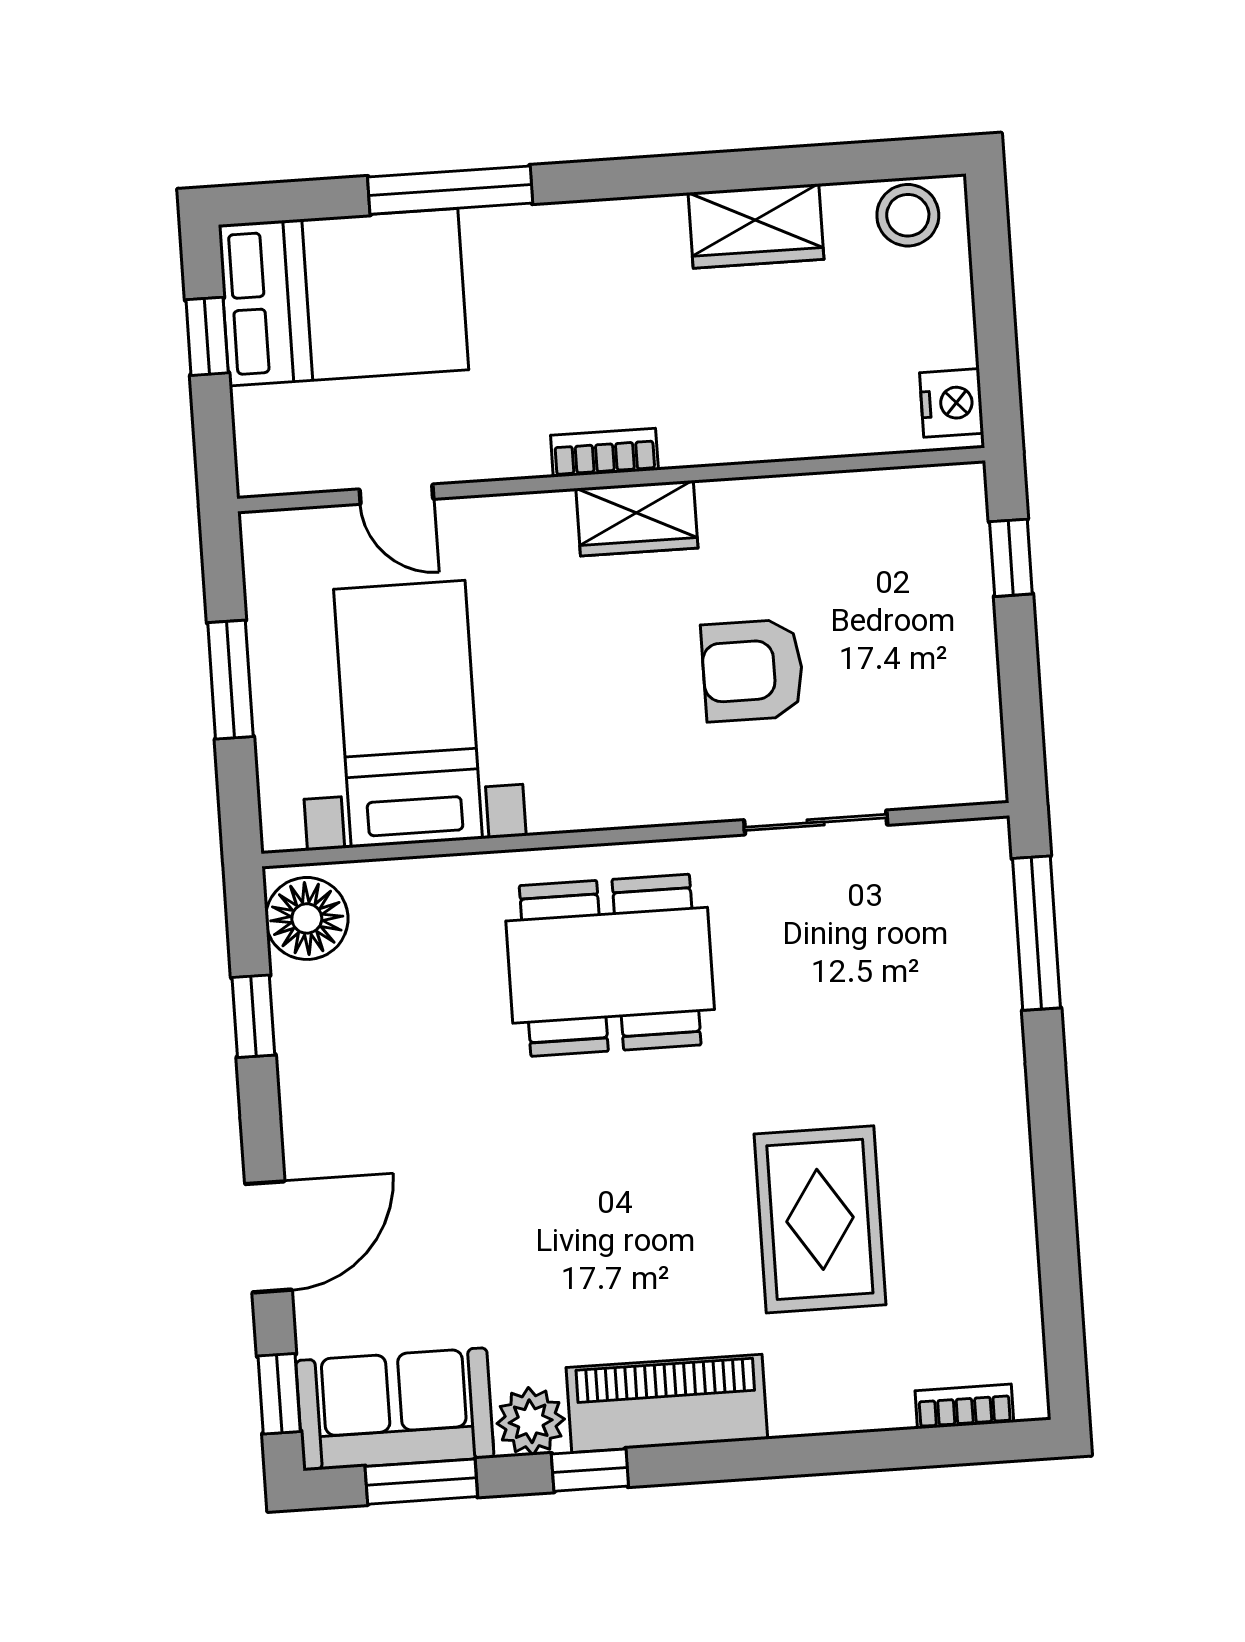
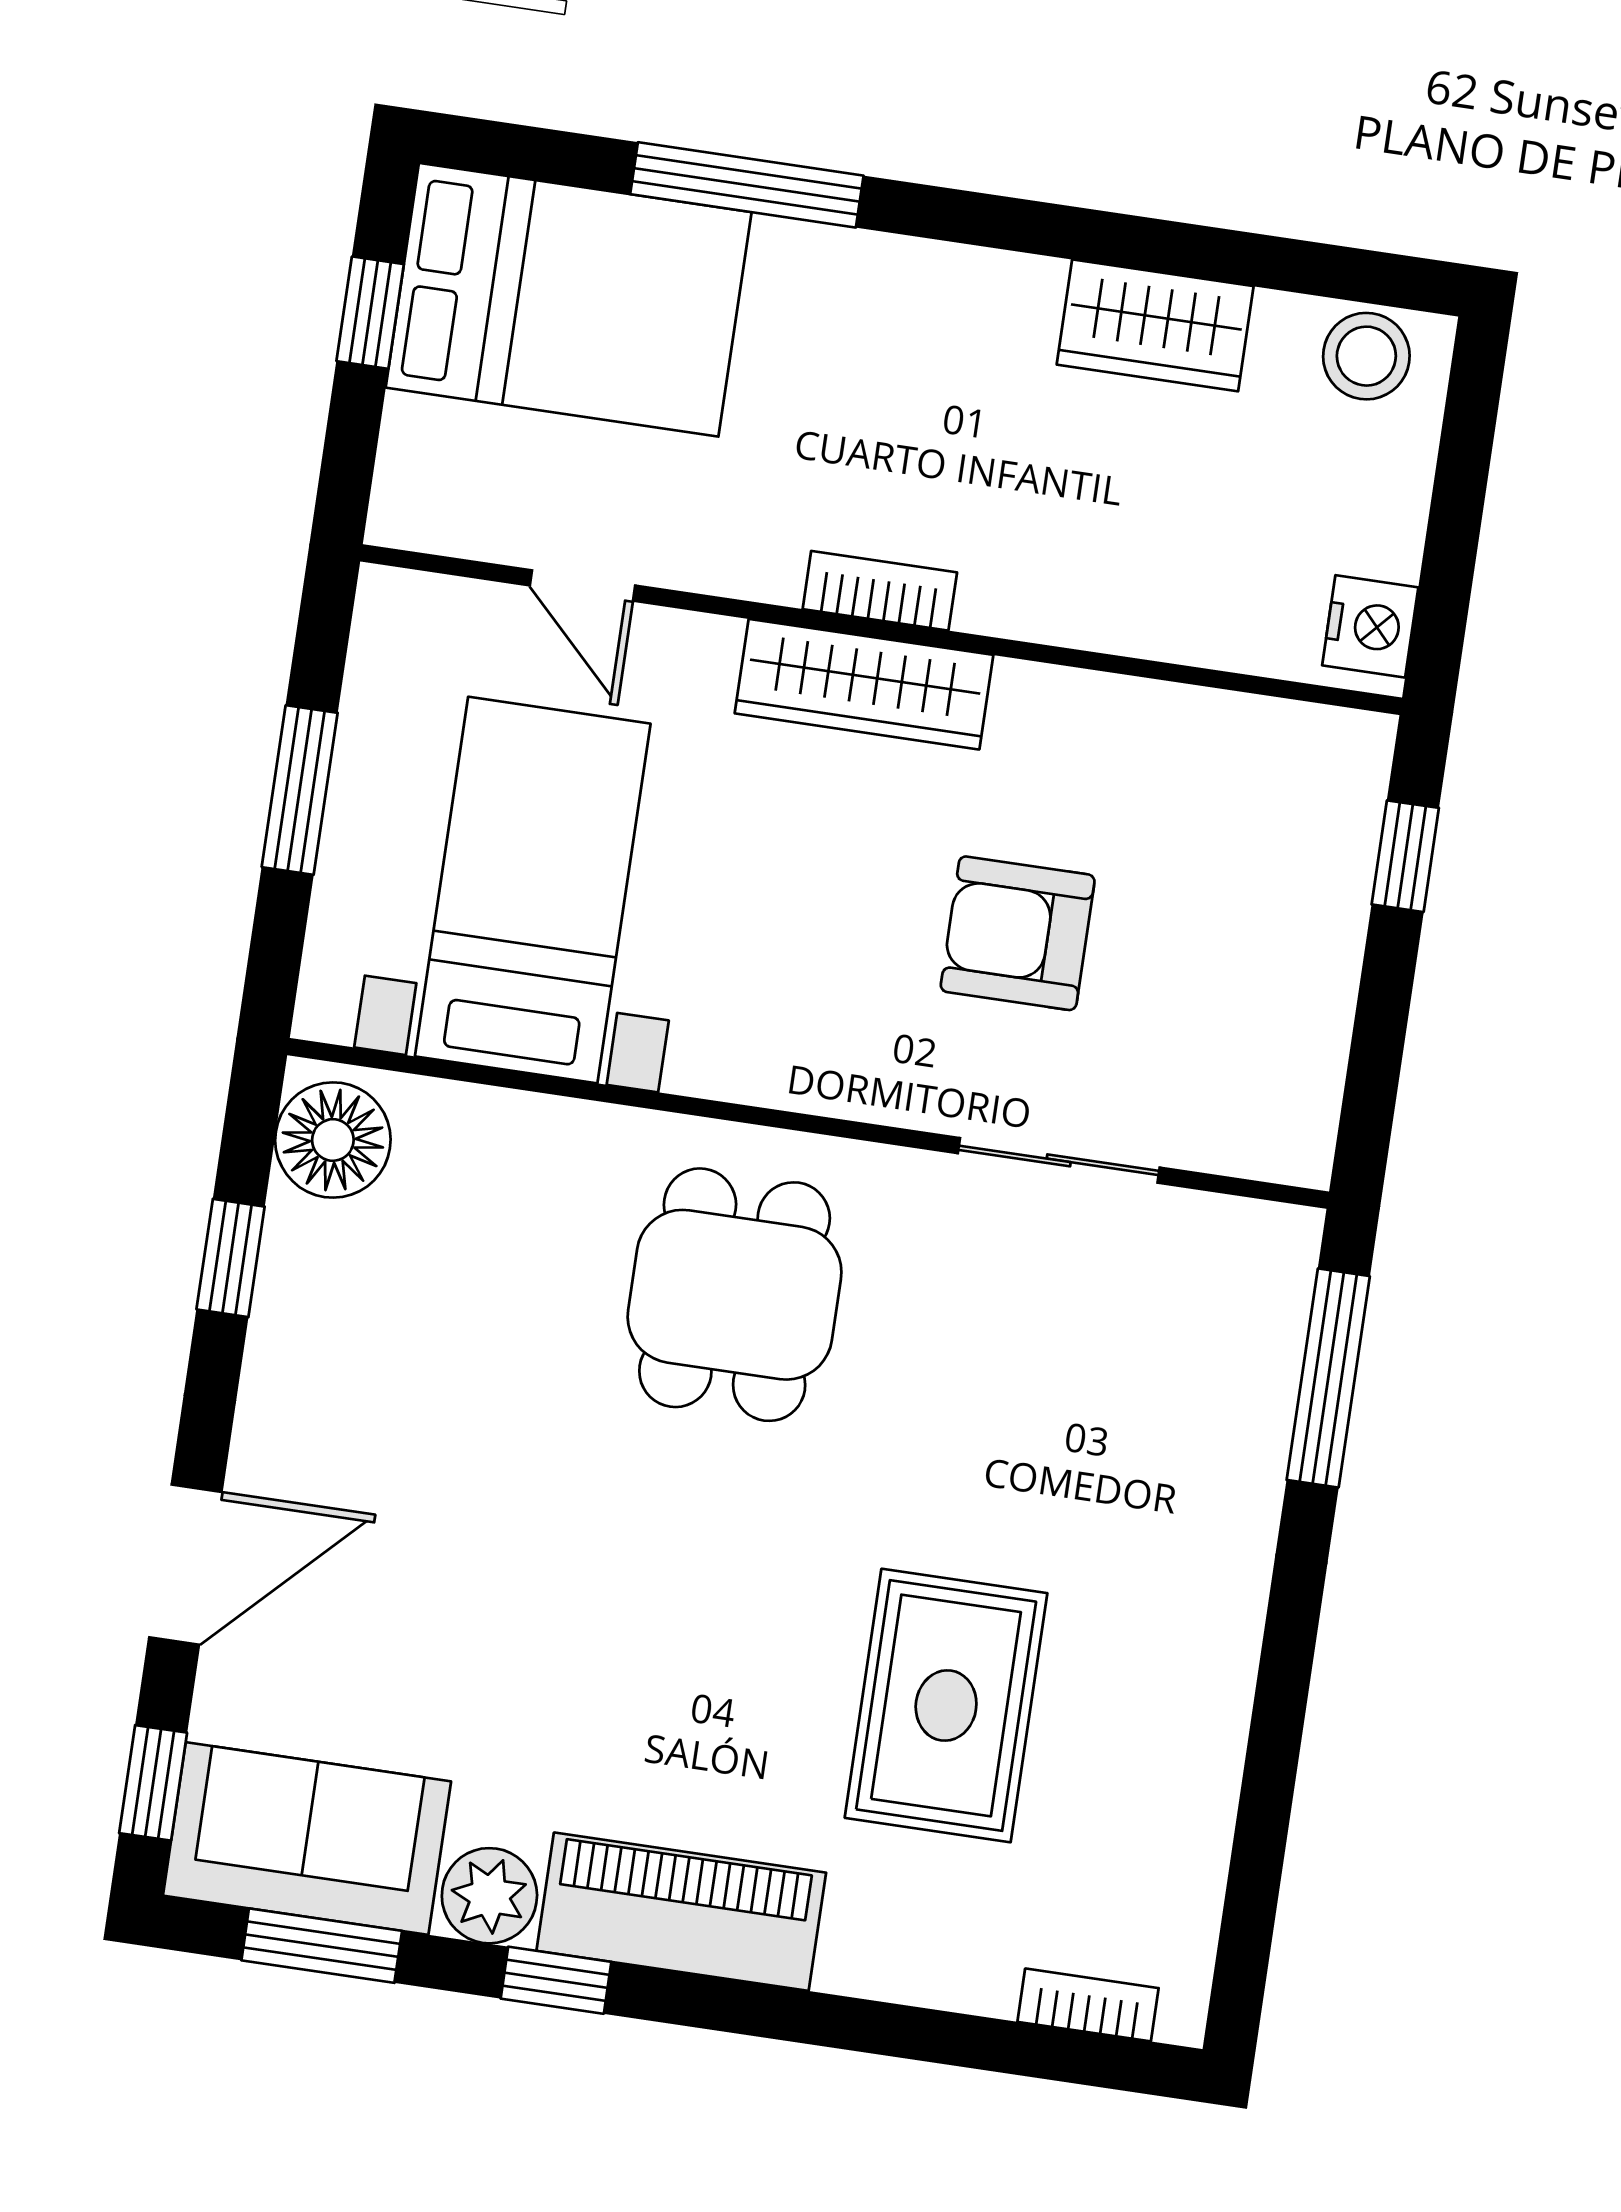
wardrobe: (637, 518) -> (864, 684), width x1.50
dining table: (610, 965) -> (735, 1295), width x0.73

